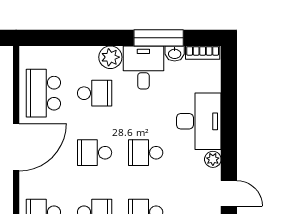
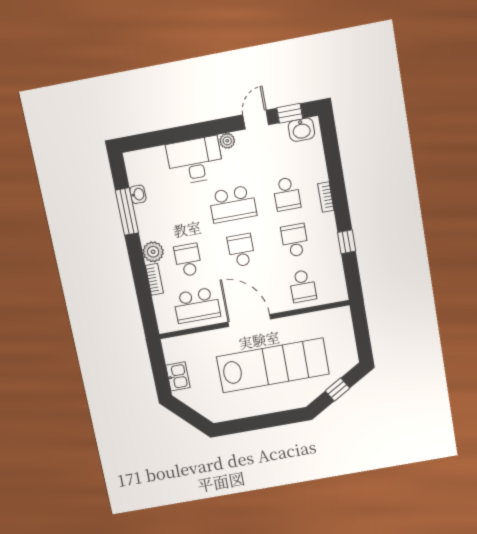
bookcase: (203, 53) -> (154, 279), moved
desk: (143, 67) -> (156, 220), removed
school desk: (95, 153) -> (241, 250), turned 180
school desk: (146, 153) -> (233, 204), width x1.85

